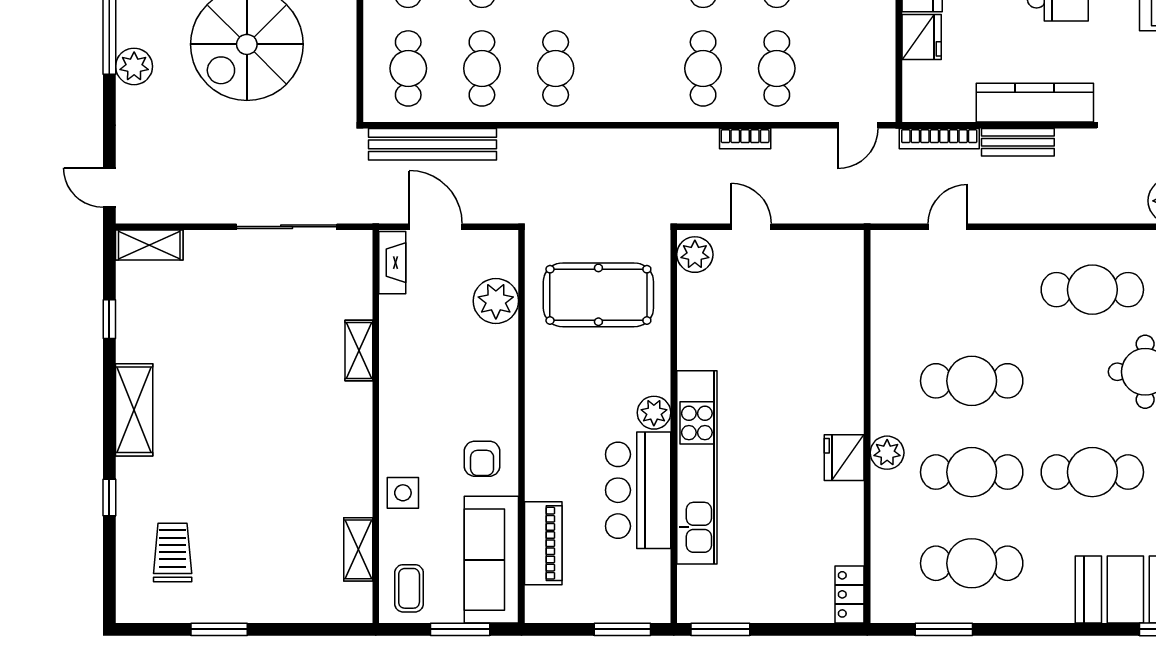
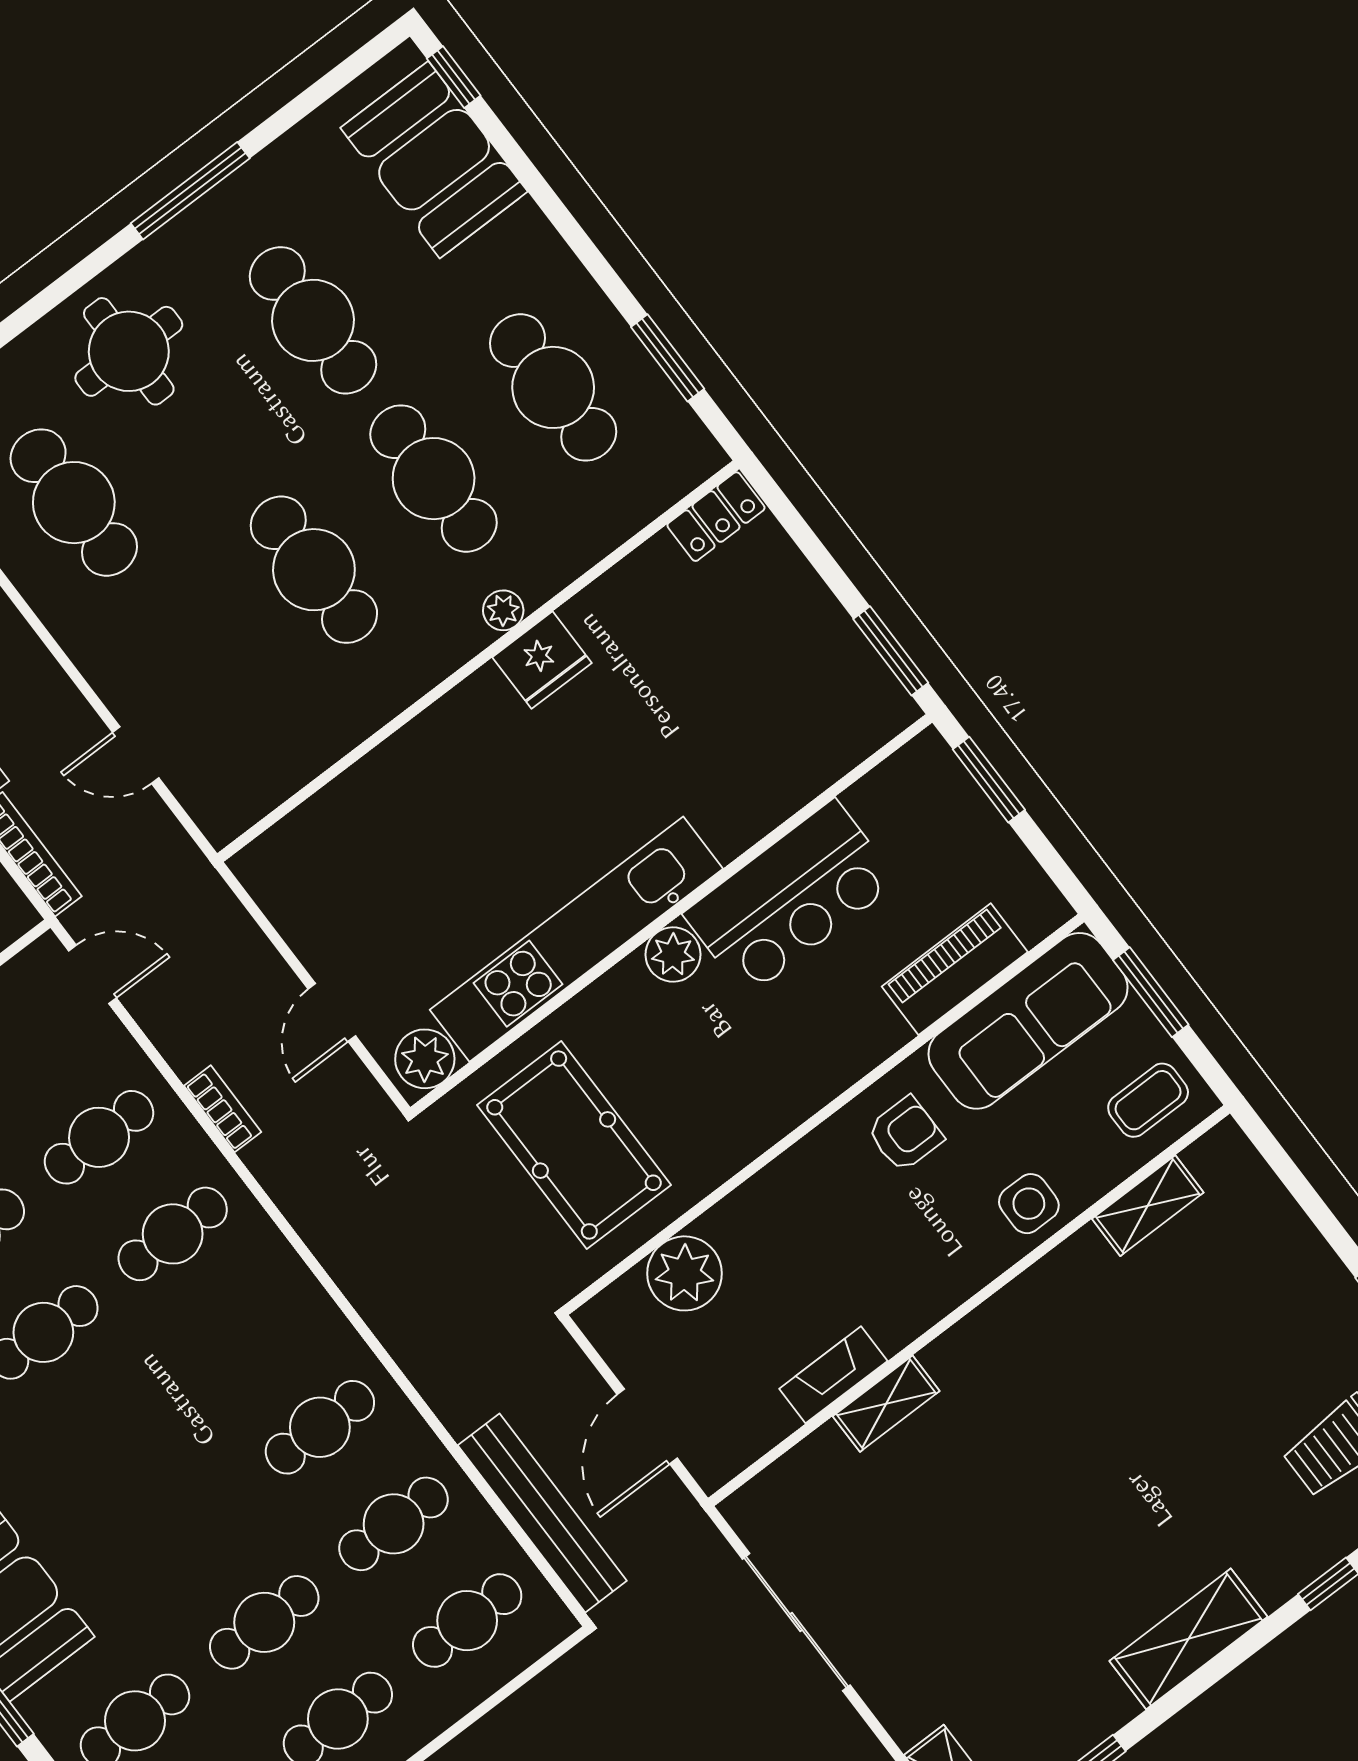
fireplace: (392, 263) -> (833, 1375), moved
plant: (887, 453) -> (503, 610), width x0.73, depth x0.73
kitchen unit: (697, 467) -> (576, 939), moved

